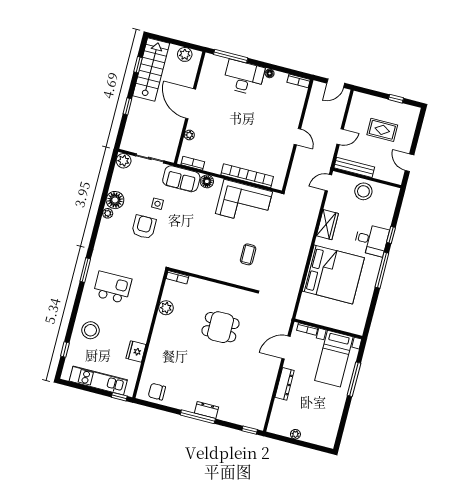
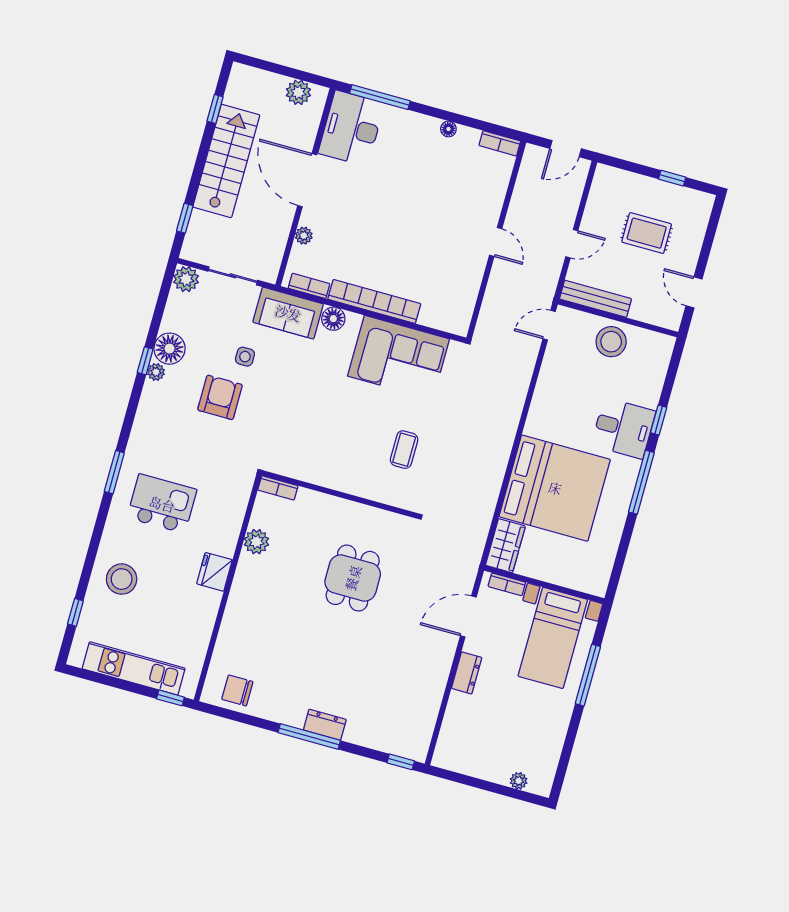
stairs: (151, 70) -> (226, 161), moved
desk: (244, 77) -> (351, 128), moved, turned -90
window: (127, 106) -> (185, 218), moved
bookcase: (247, 176) -> (374, 301), moved
window: (101, 207) -> (145, 361), added
wardrobe: (327, 225) -> (505, 546), moved
dining table: (221, 327) -> (353, 578), turned 90
fridge: (136, 351) -> (215, 572), moved
dresser: (285, 384) -> (467, 673), width x0.70
plant: (295, 434) -> (519, 781), moved

